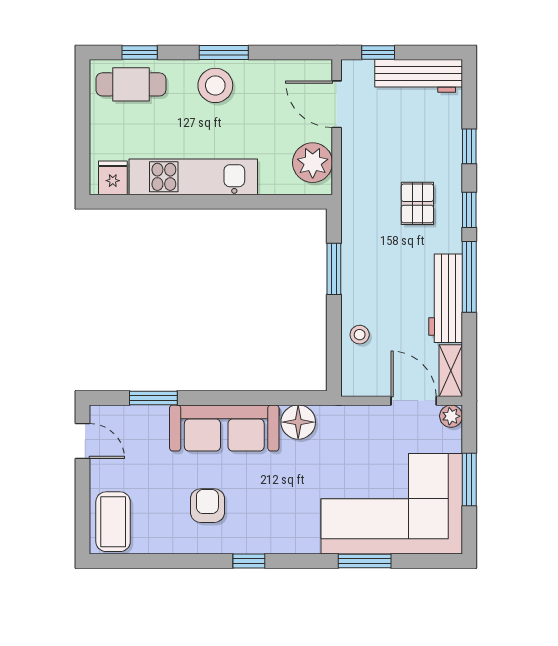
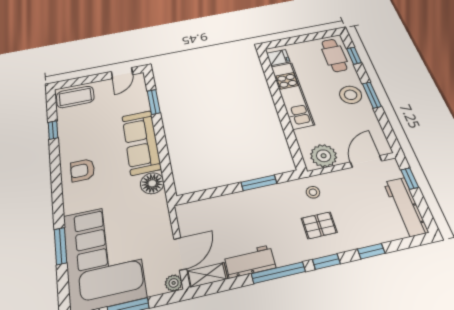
workbench: (446, 298) -> (250, 261), width x0.73
stool: (360, 335) -> (313, 192), moved
armchair: (207, 506) -> (83, 170), moved, turned 180
window: (249, 561) -> (53, 130), moved

